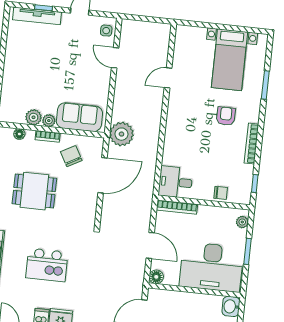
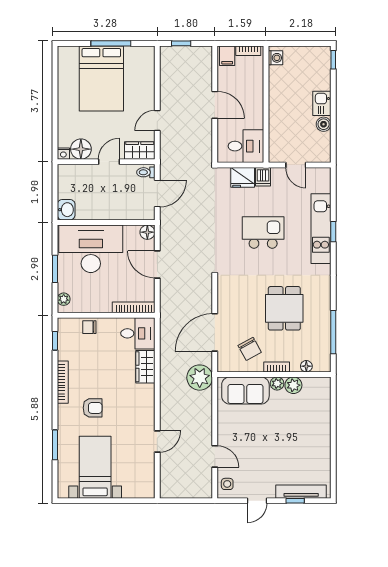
armchair: (226, 116) -> (93, 408), turned -90
wardrobe: (172, 150) -> (145, 367), added
dining table: (34, 191) -> (284, 308), turned 90

